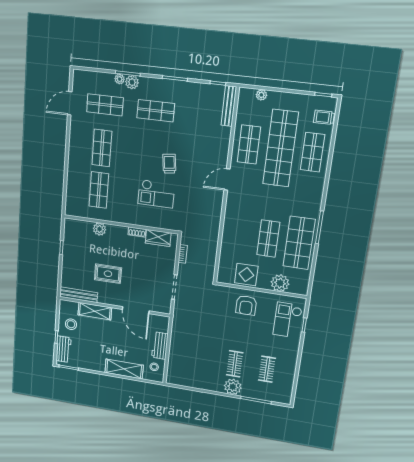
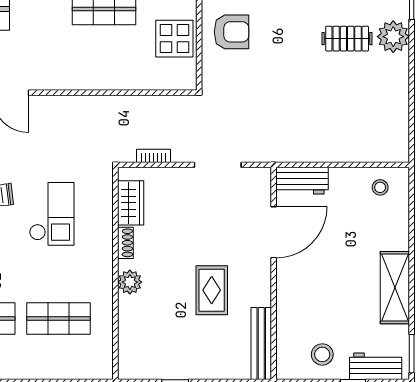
plant: (100, 229) -> (130, 282), moved
shelving: (95, 311) -> (289, 310), removed
workbench: (160, 346) -> (302, 181), moved
shelving: (124, 369) -> (395, 288), moved

